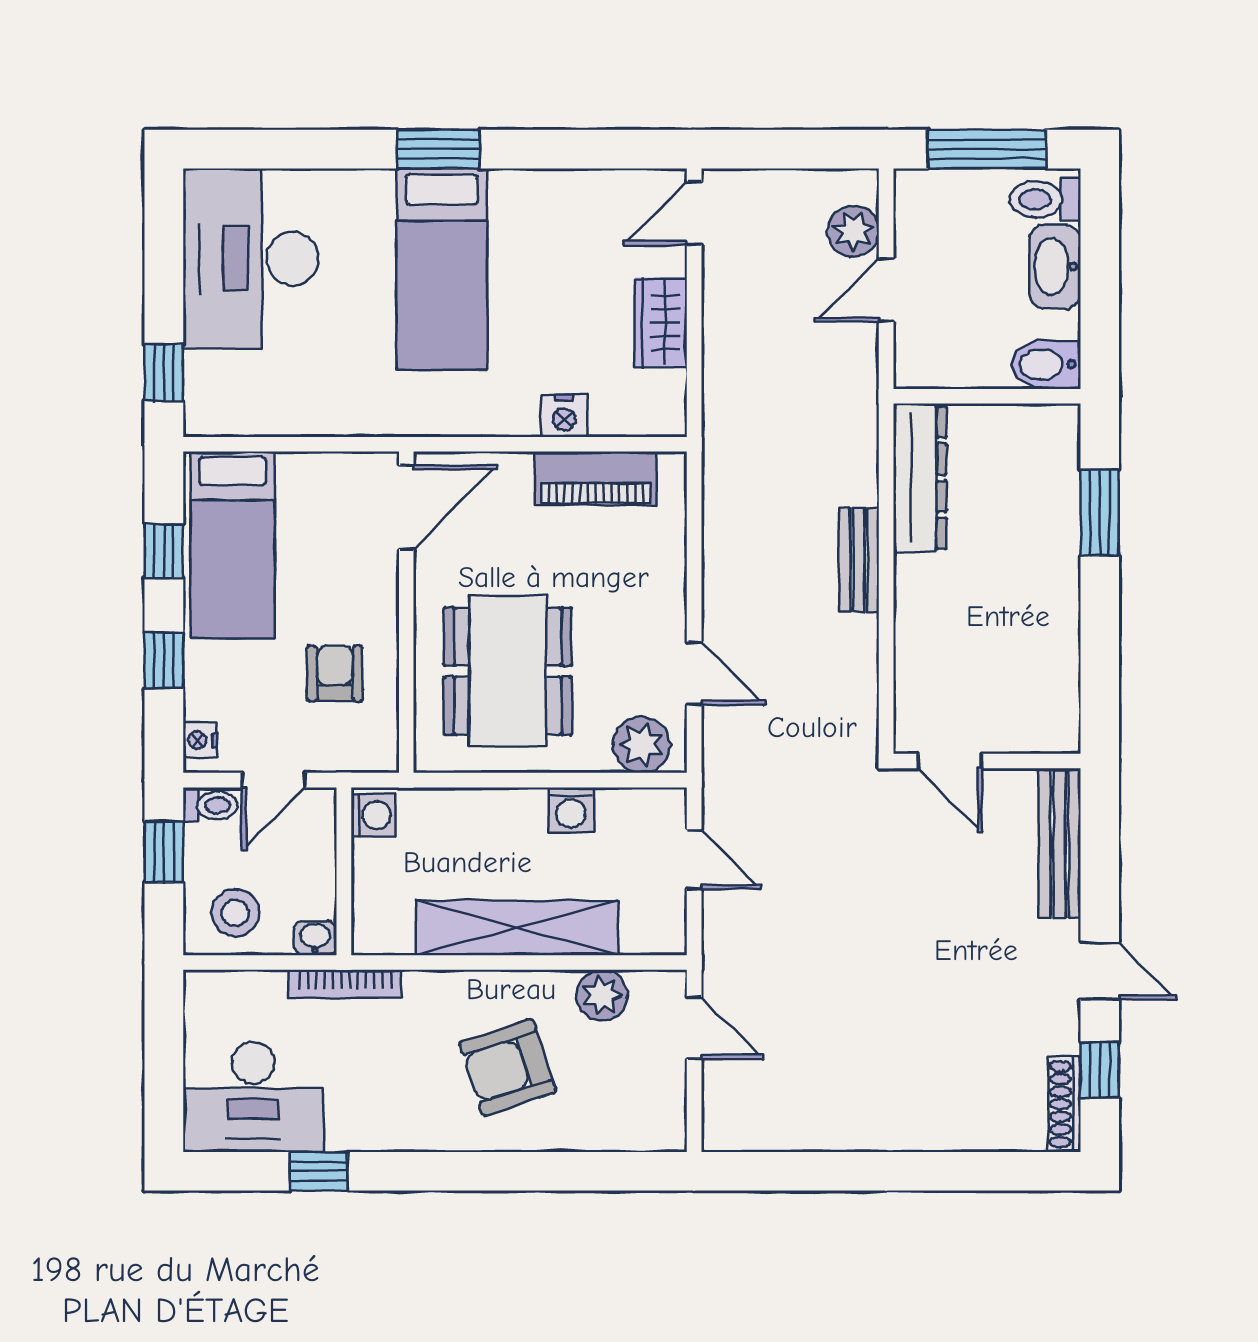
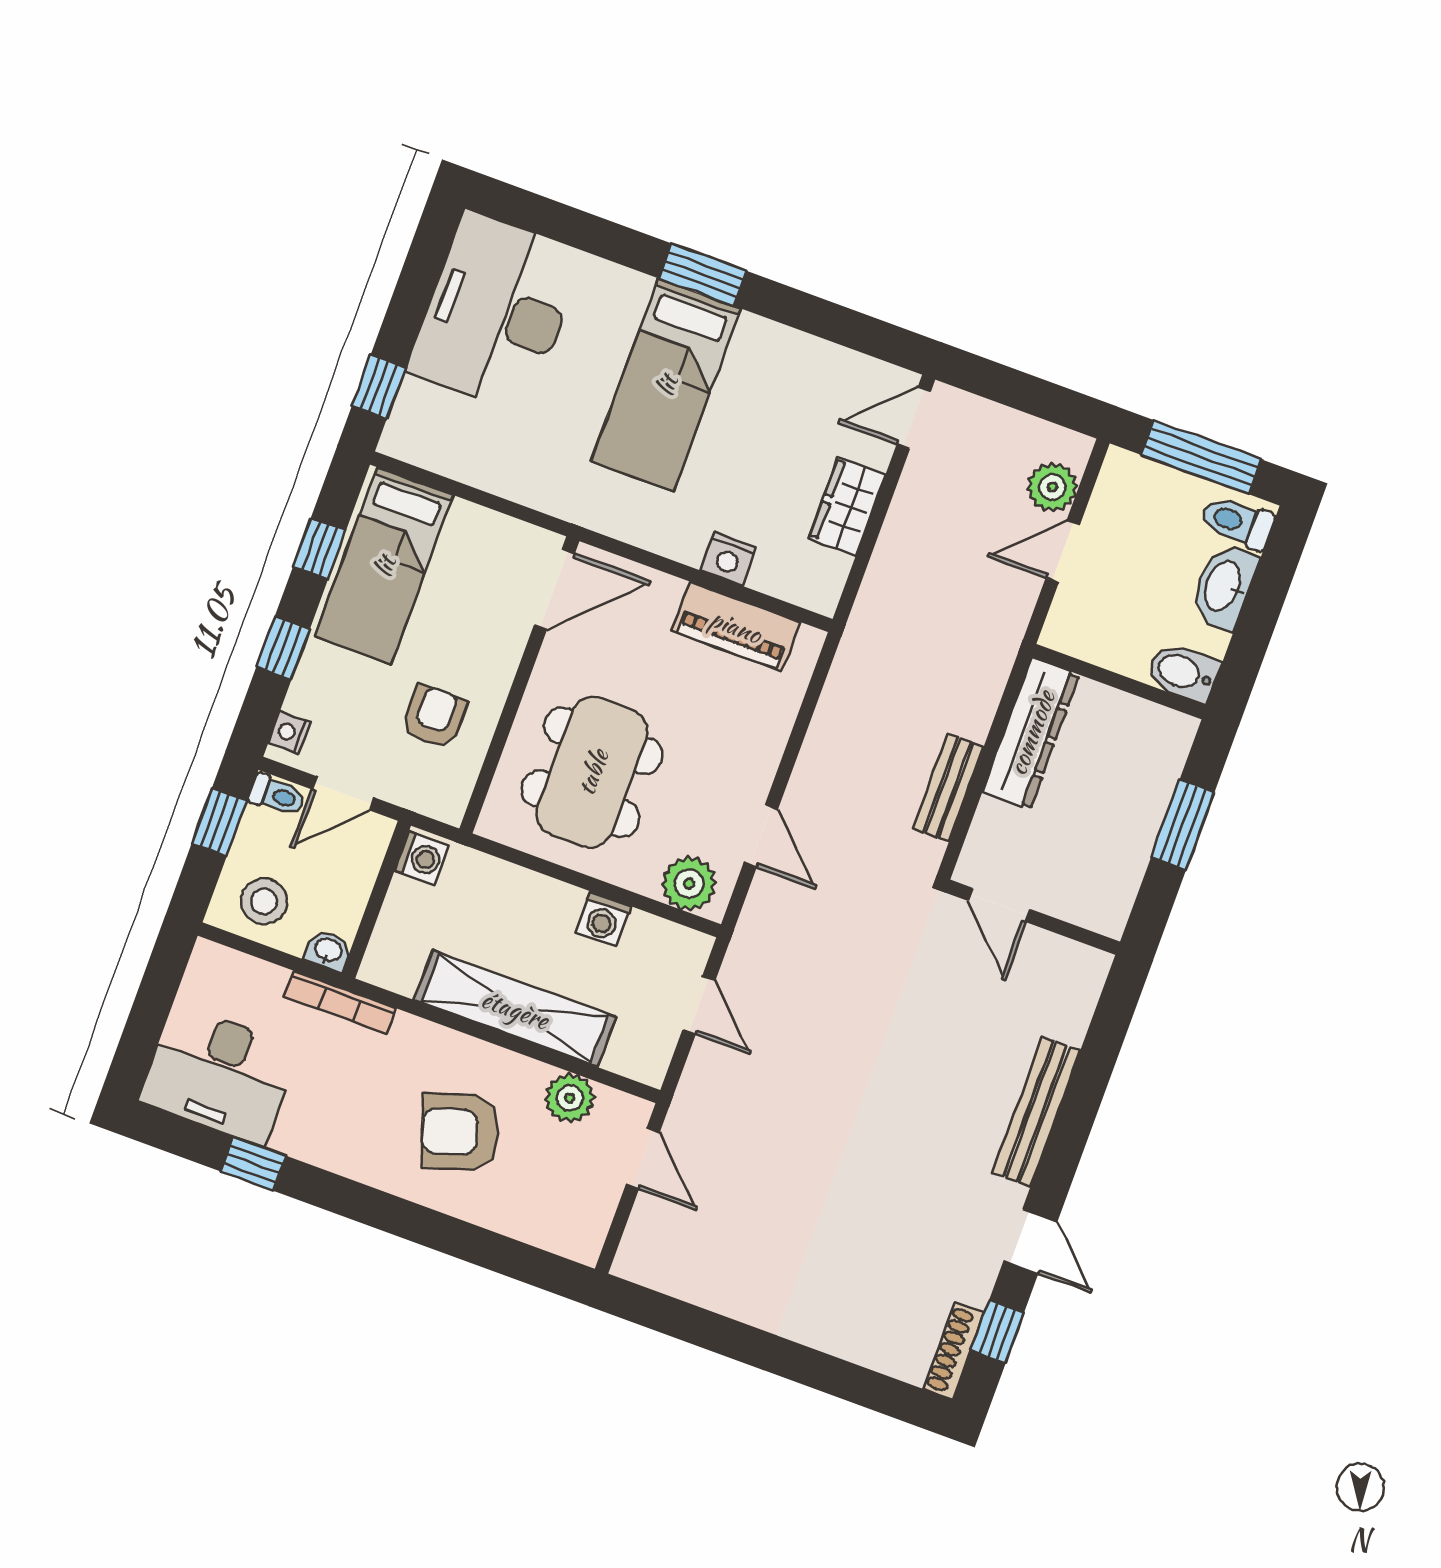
door: (950, 761) -> (999, 905), moved
wall: (987, 761) -> (1033, 917), moved

